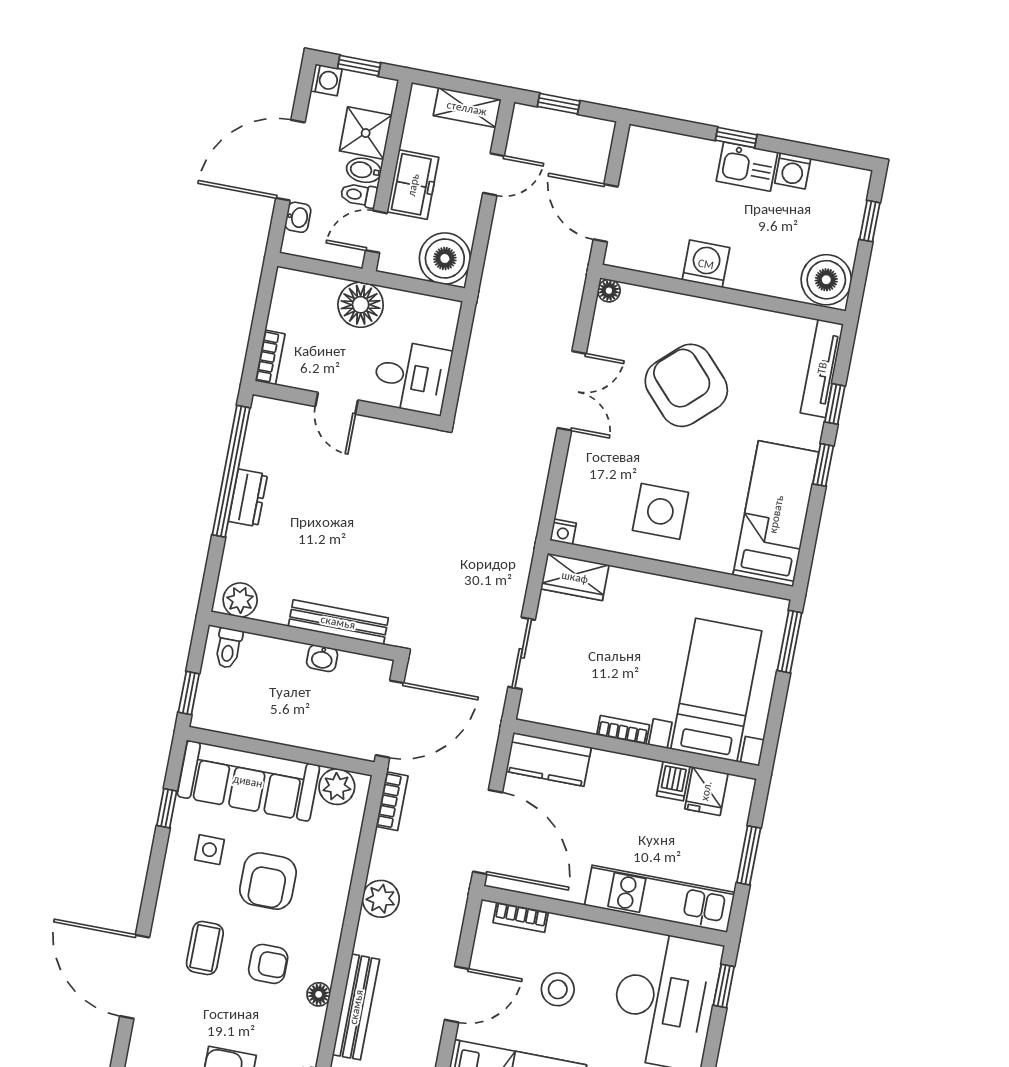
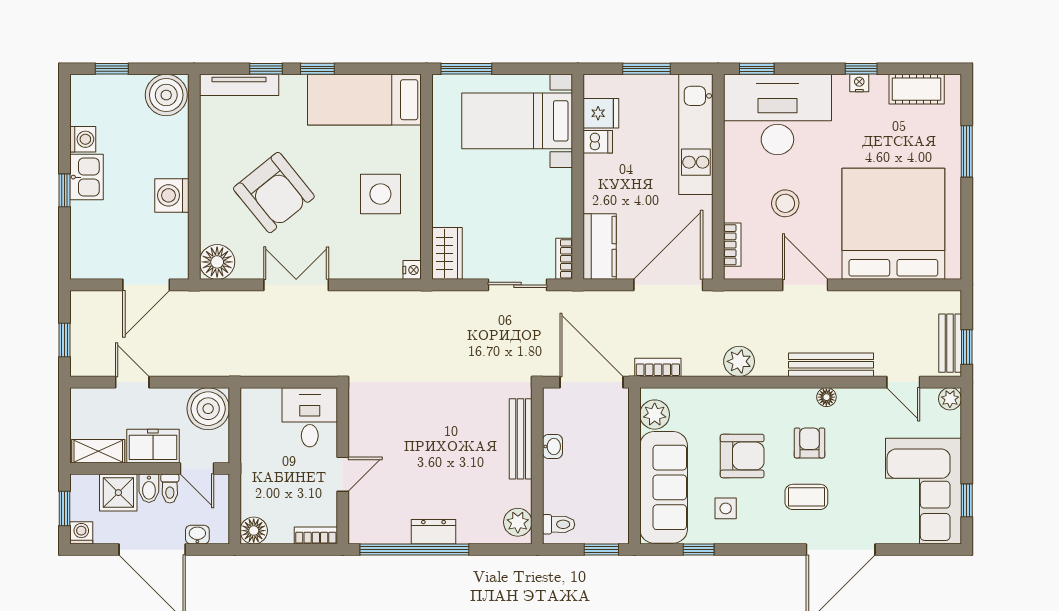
shelving: (467, 108) -> (98, 451), moved, turned 90
floor lamp: (609, 291) -> (217, 262), width x1.89, depth x1.89
floor lamp: (361, 305) -> (254, 531), moved, width x0.73, depth x0.73
armchair: (686, 385) -> (274, 193), turned -86
bookcase: (623, 730) -> (564, 259), moved

